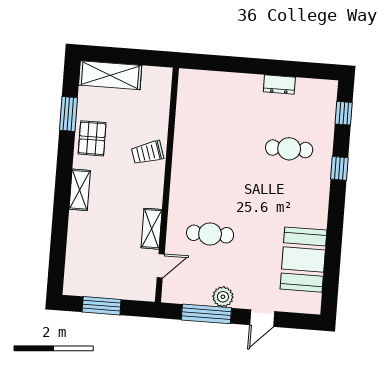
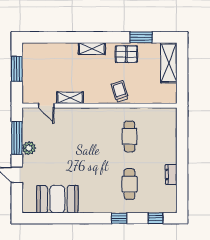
cafe table: (210, 234) -> (129, 136), moved

